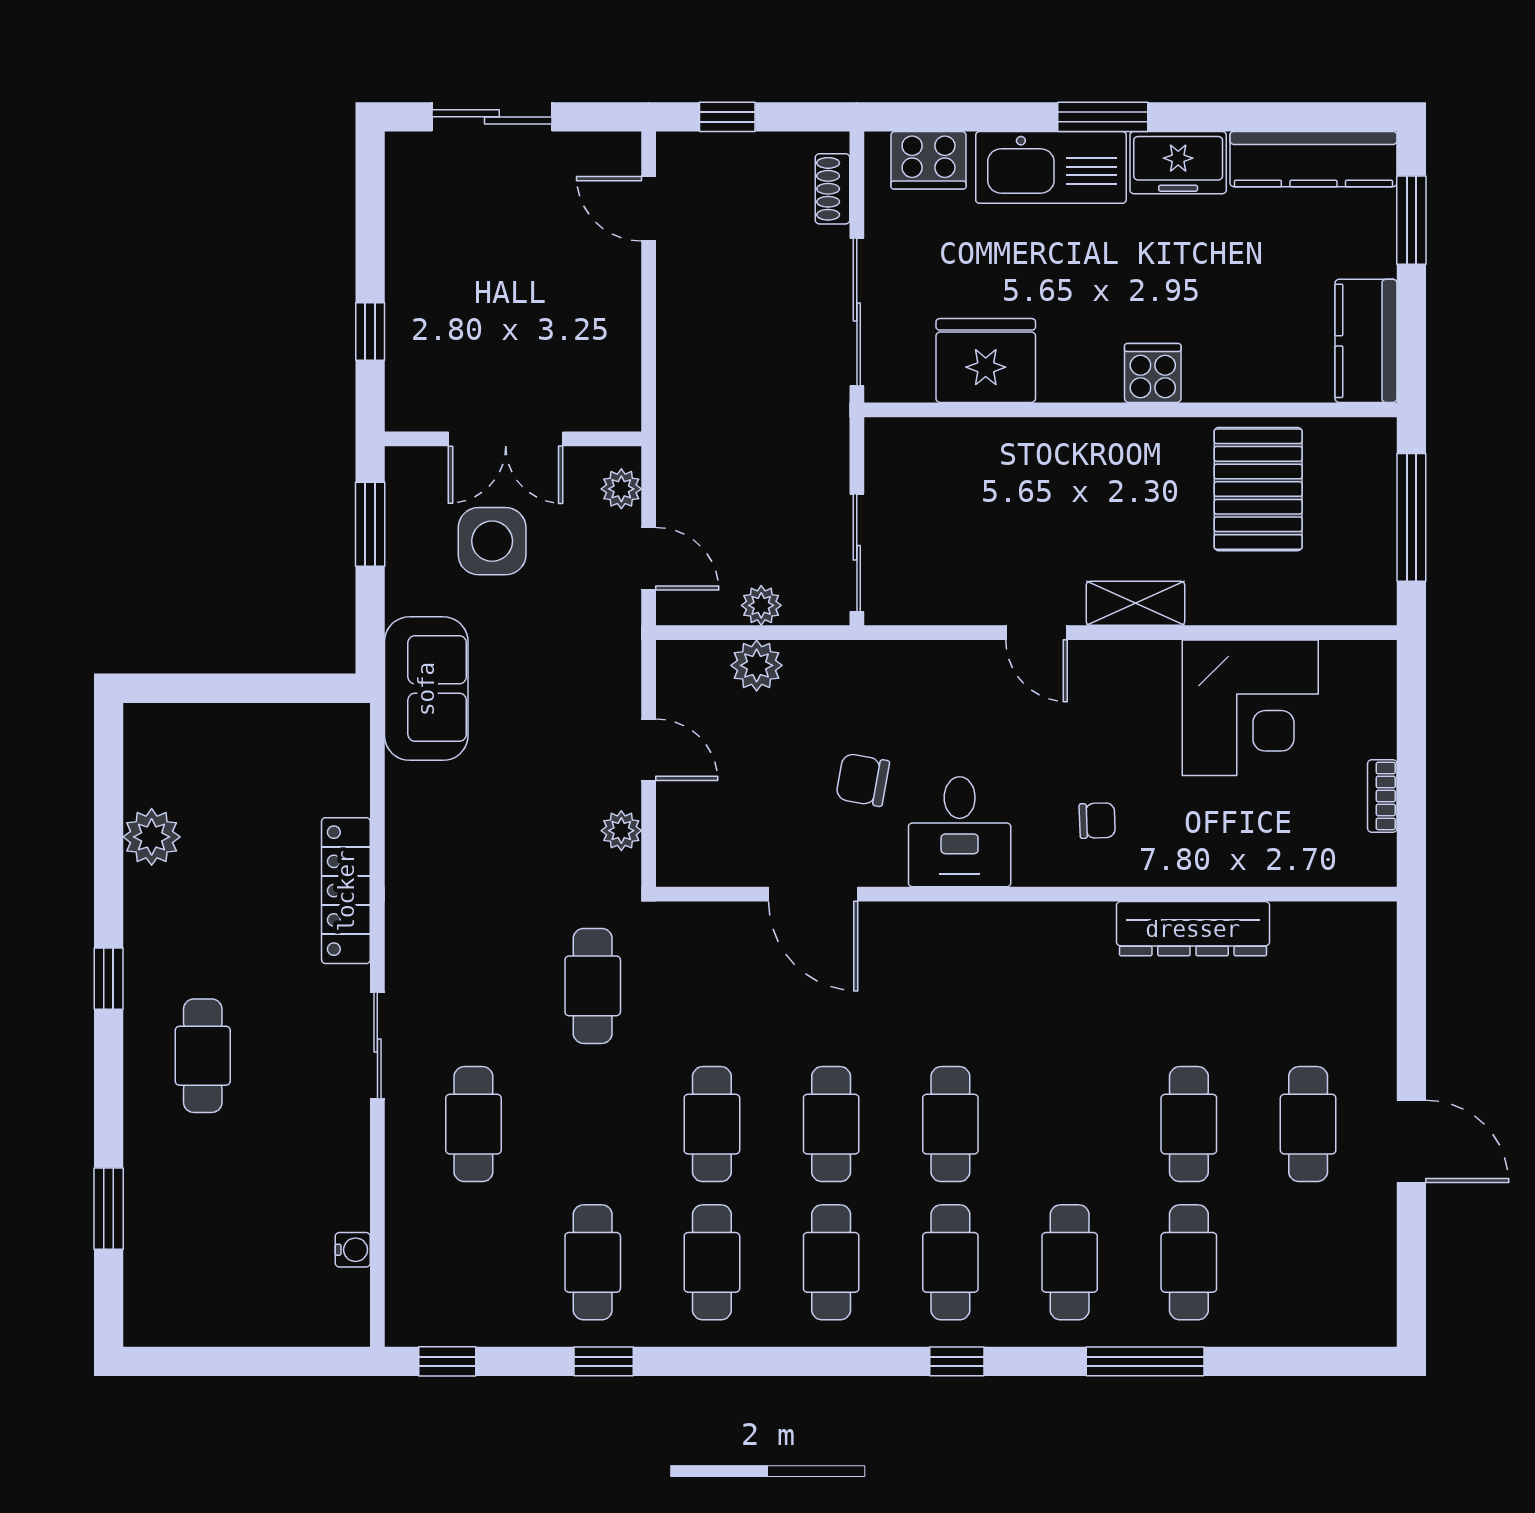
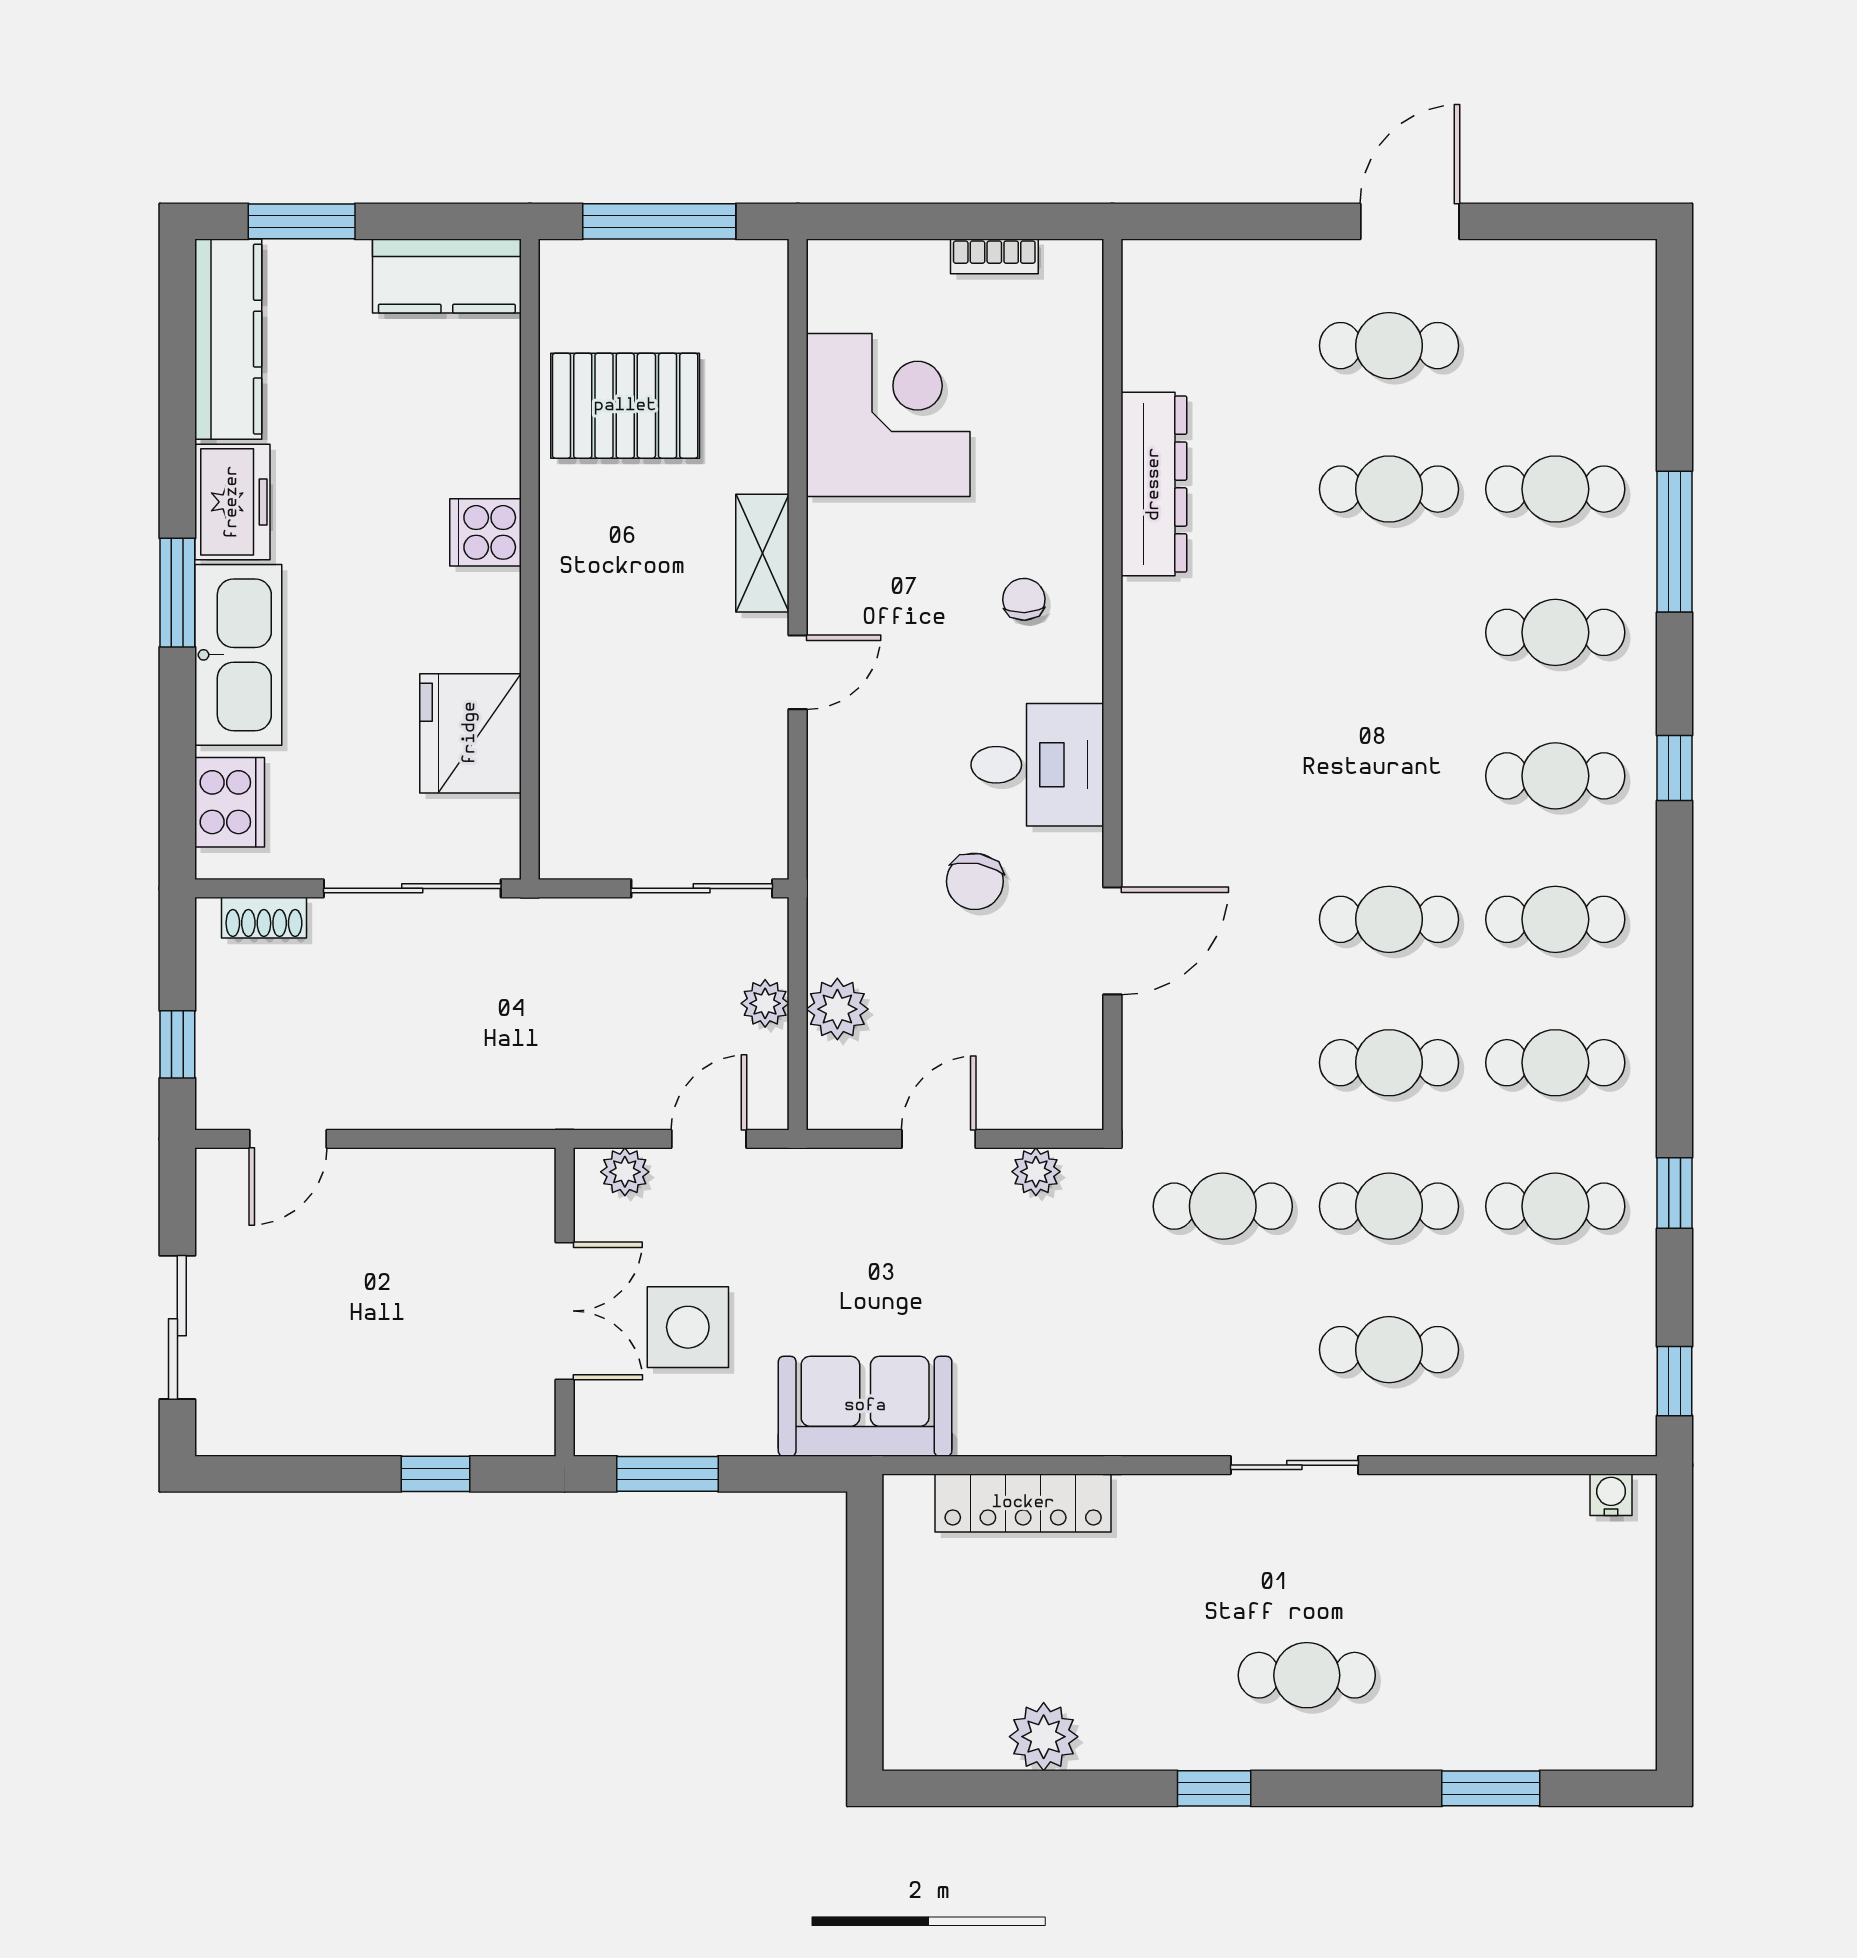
locker: (346, 891) -> (1023, 1503), moved
cafe table: (950, 1124) -> (1389, 1206), moved
water cooler: (353, 1250) -> (1611, 1495), moved

